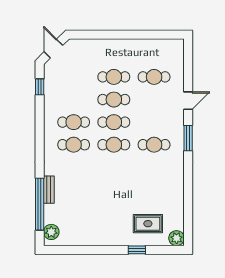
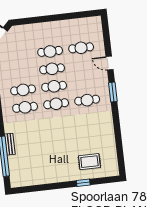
door: (188, 101) -> (109, 63), swing flipped
plant: (51, 232) -> (16, 177), removed
plant: (177, 238) -> (113, 170), removed

